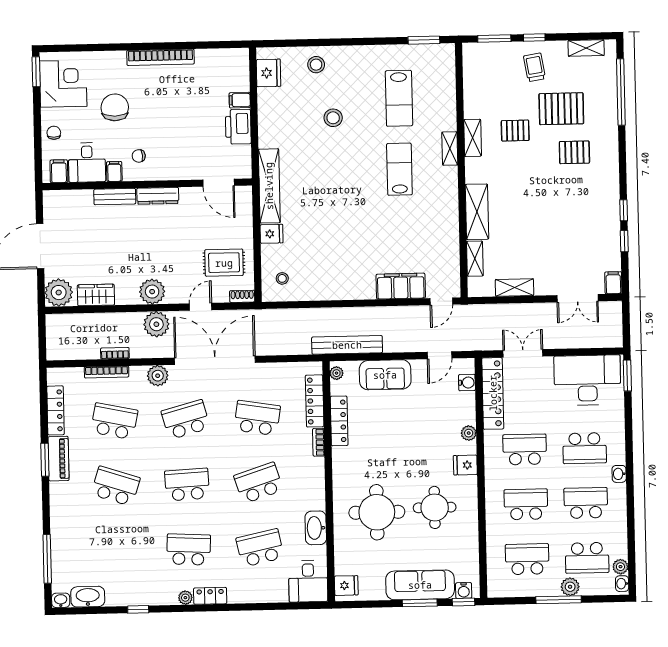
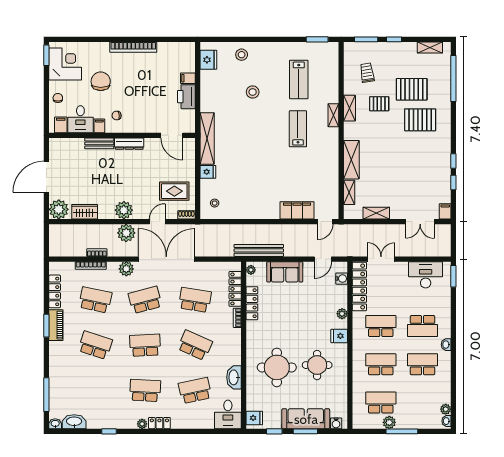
trolley: (534, 67) -> (367, 73), moved
pallet: (574, 152) -> (420, 120), width x1.50, depth x1.42
desk: (587, 380) -> (426, 275), width x0.73, depth x0.77
school desk: (259, 483) -> (195, 345), turned 42
school desk: (587, 558) -> (422, 402), removed
plant: (570, 587) -> (389, 422), moved
window: (463, 602) -> (274, 431), moved

